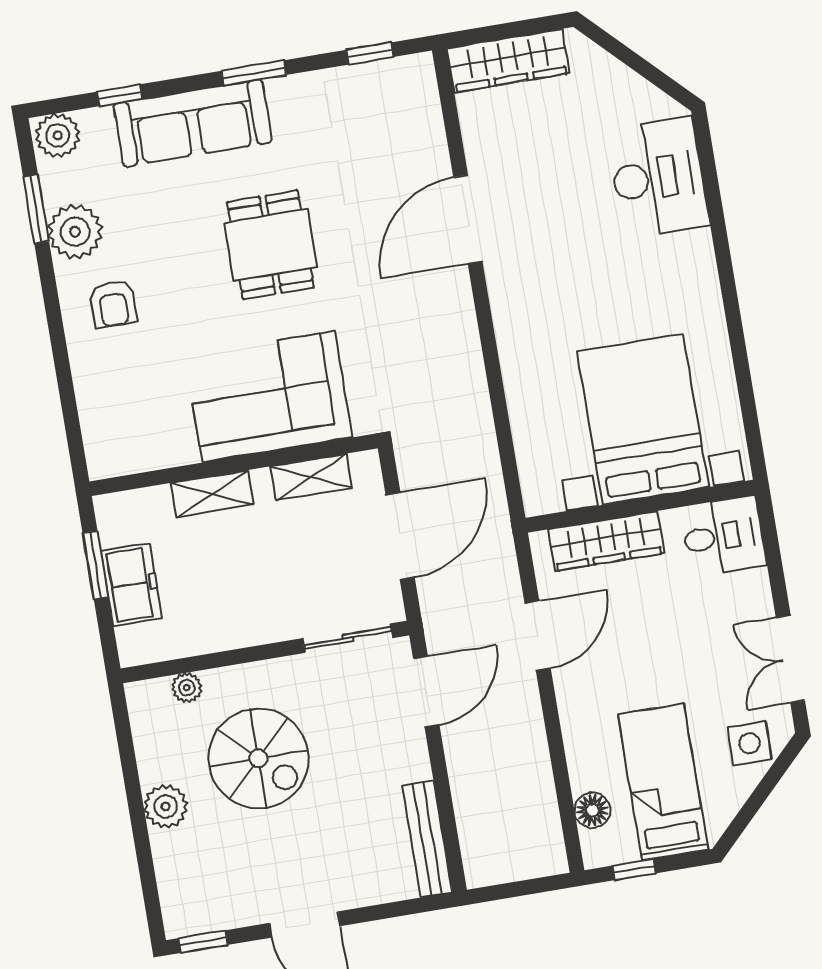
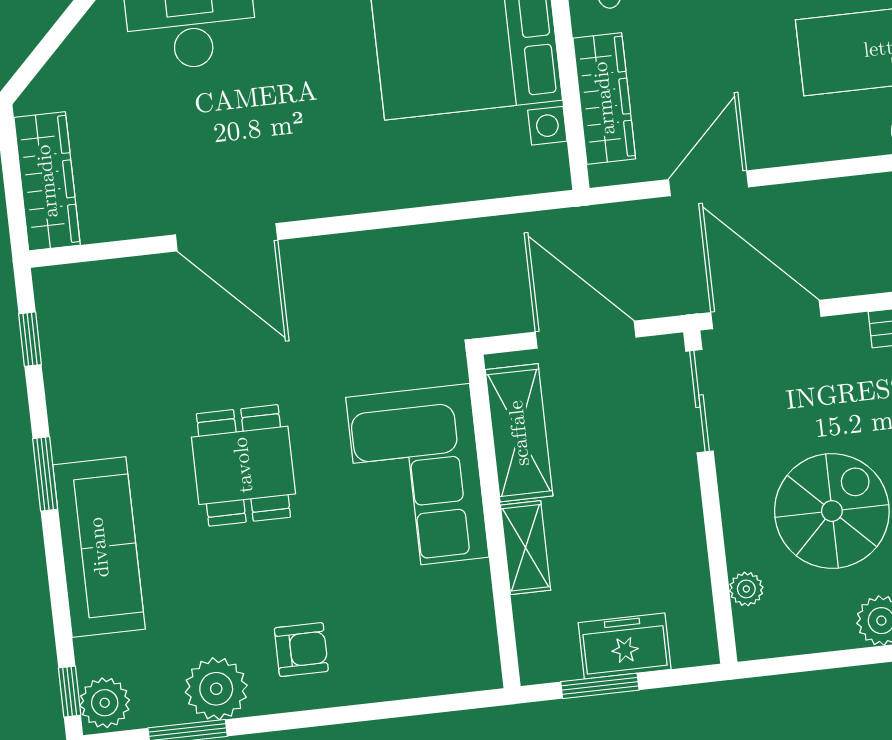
window: (119, 95) -> (70, 692), moved
dining table: (270, 245) -> (243, 465), turned 90
shelving: (311, 477) -> (519, 433), width x1.50, depth x1.33
door: (538, 636) -> (709, 183), hinge flipped
door: (426, 692) -> (766, 314), width x1.36

